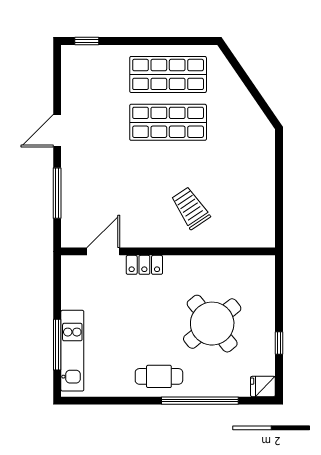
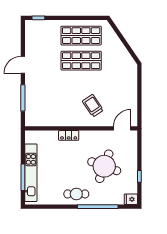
door: (103, 251) -> (122, 128), moved
round table: (212, 324) -> (104, 166), turned -31
kitchen unit: (72, 351) -> (31, 173), width x1.36

